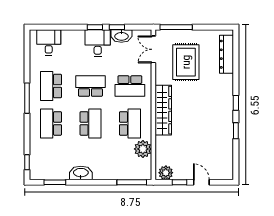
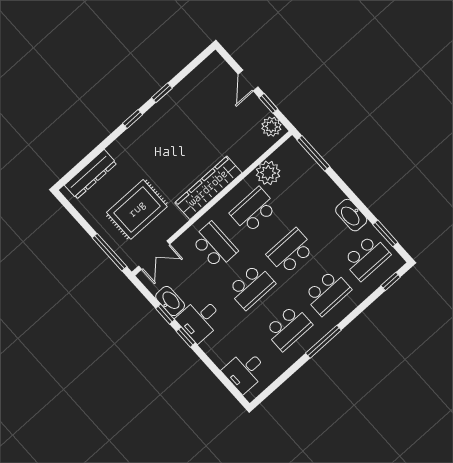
school desk: (90, 86) -> (251, 287), turned -90
school desk: (51, 161) -> (367, 258), added

